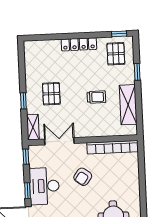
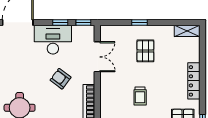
pallet: (51, 94) -> (145, 51), turned 90
shelving: (33, 127) -> (187, 31), moved
window: (27, 191) -> (60, 22), moved

